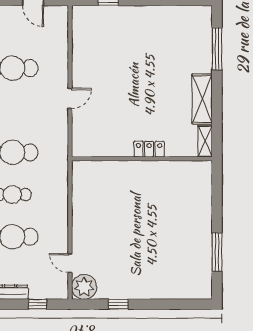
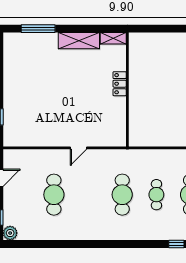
door: (70, 98) -> (78, 148), swing flipped

